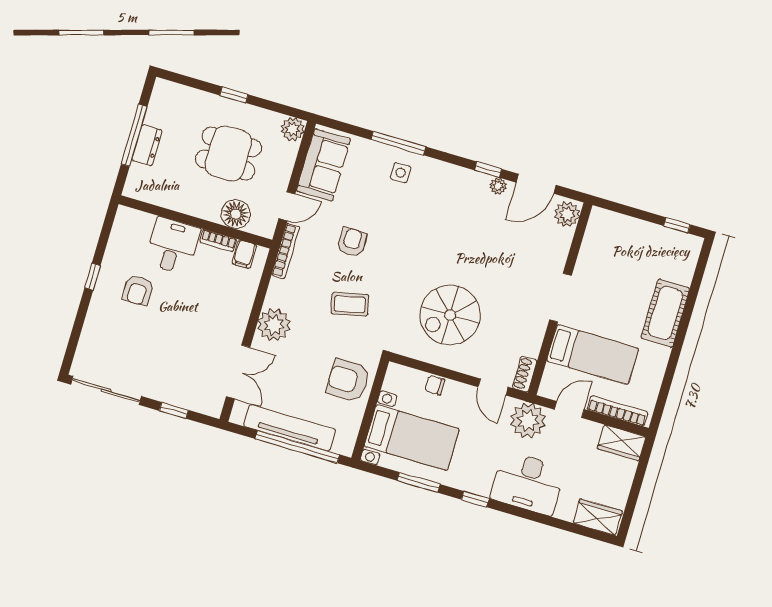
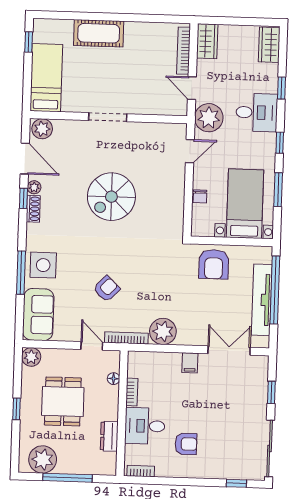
plant: (164, 111) -> (43, 459), added
dresser: (147, 145) -> (109, 436), moved, turned -90
sofa: (323, 165) -> (38, 315), moved, turned 90
side table: (401, 173) -> (43, 265), width x1.87, depth x1.87
floor lamp: (236, 214) -> (114, 379), width x0.53, depth x0.53
bookcase: (119, 226) -> (141, 471), added
armchair: (352, 242) -> (107, 289), turned 134
filing cabinet: (244, 254) -> (190, 363), moved, turned 90
window: (93, 277) -> (236, 483), moved
coffee table: (350, 304) -> (155, 278), removed
spiral stairs: (450, 315) -> (111, 197), moved, turned 90
plant: (274, 325) -> (163, 331), moved
bed: (593, 355) -> (46, 78), moved
shoe rack: (525, 374) -> (33, 209), moved, turned -90
desk: (528, 483) -> (257, 112), width x0.73
window: (541, 518) -> (282, 88), added

